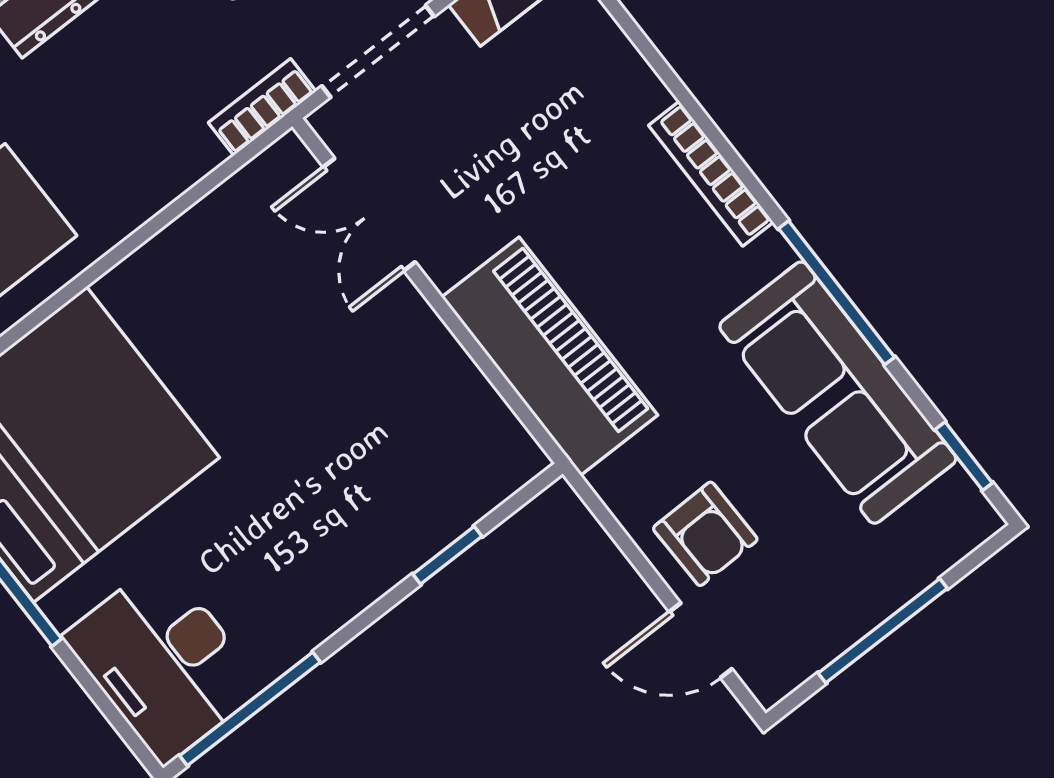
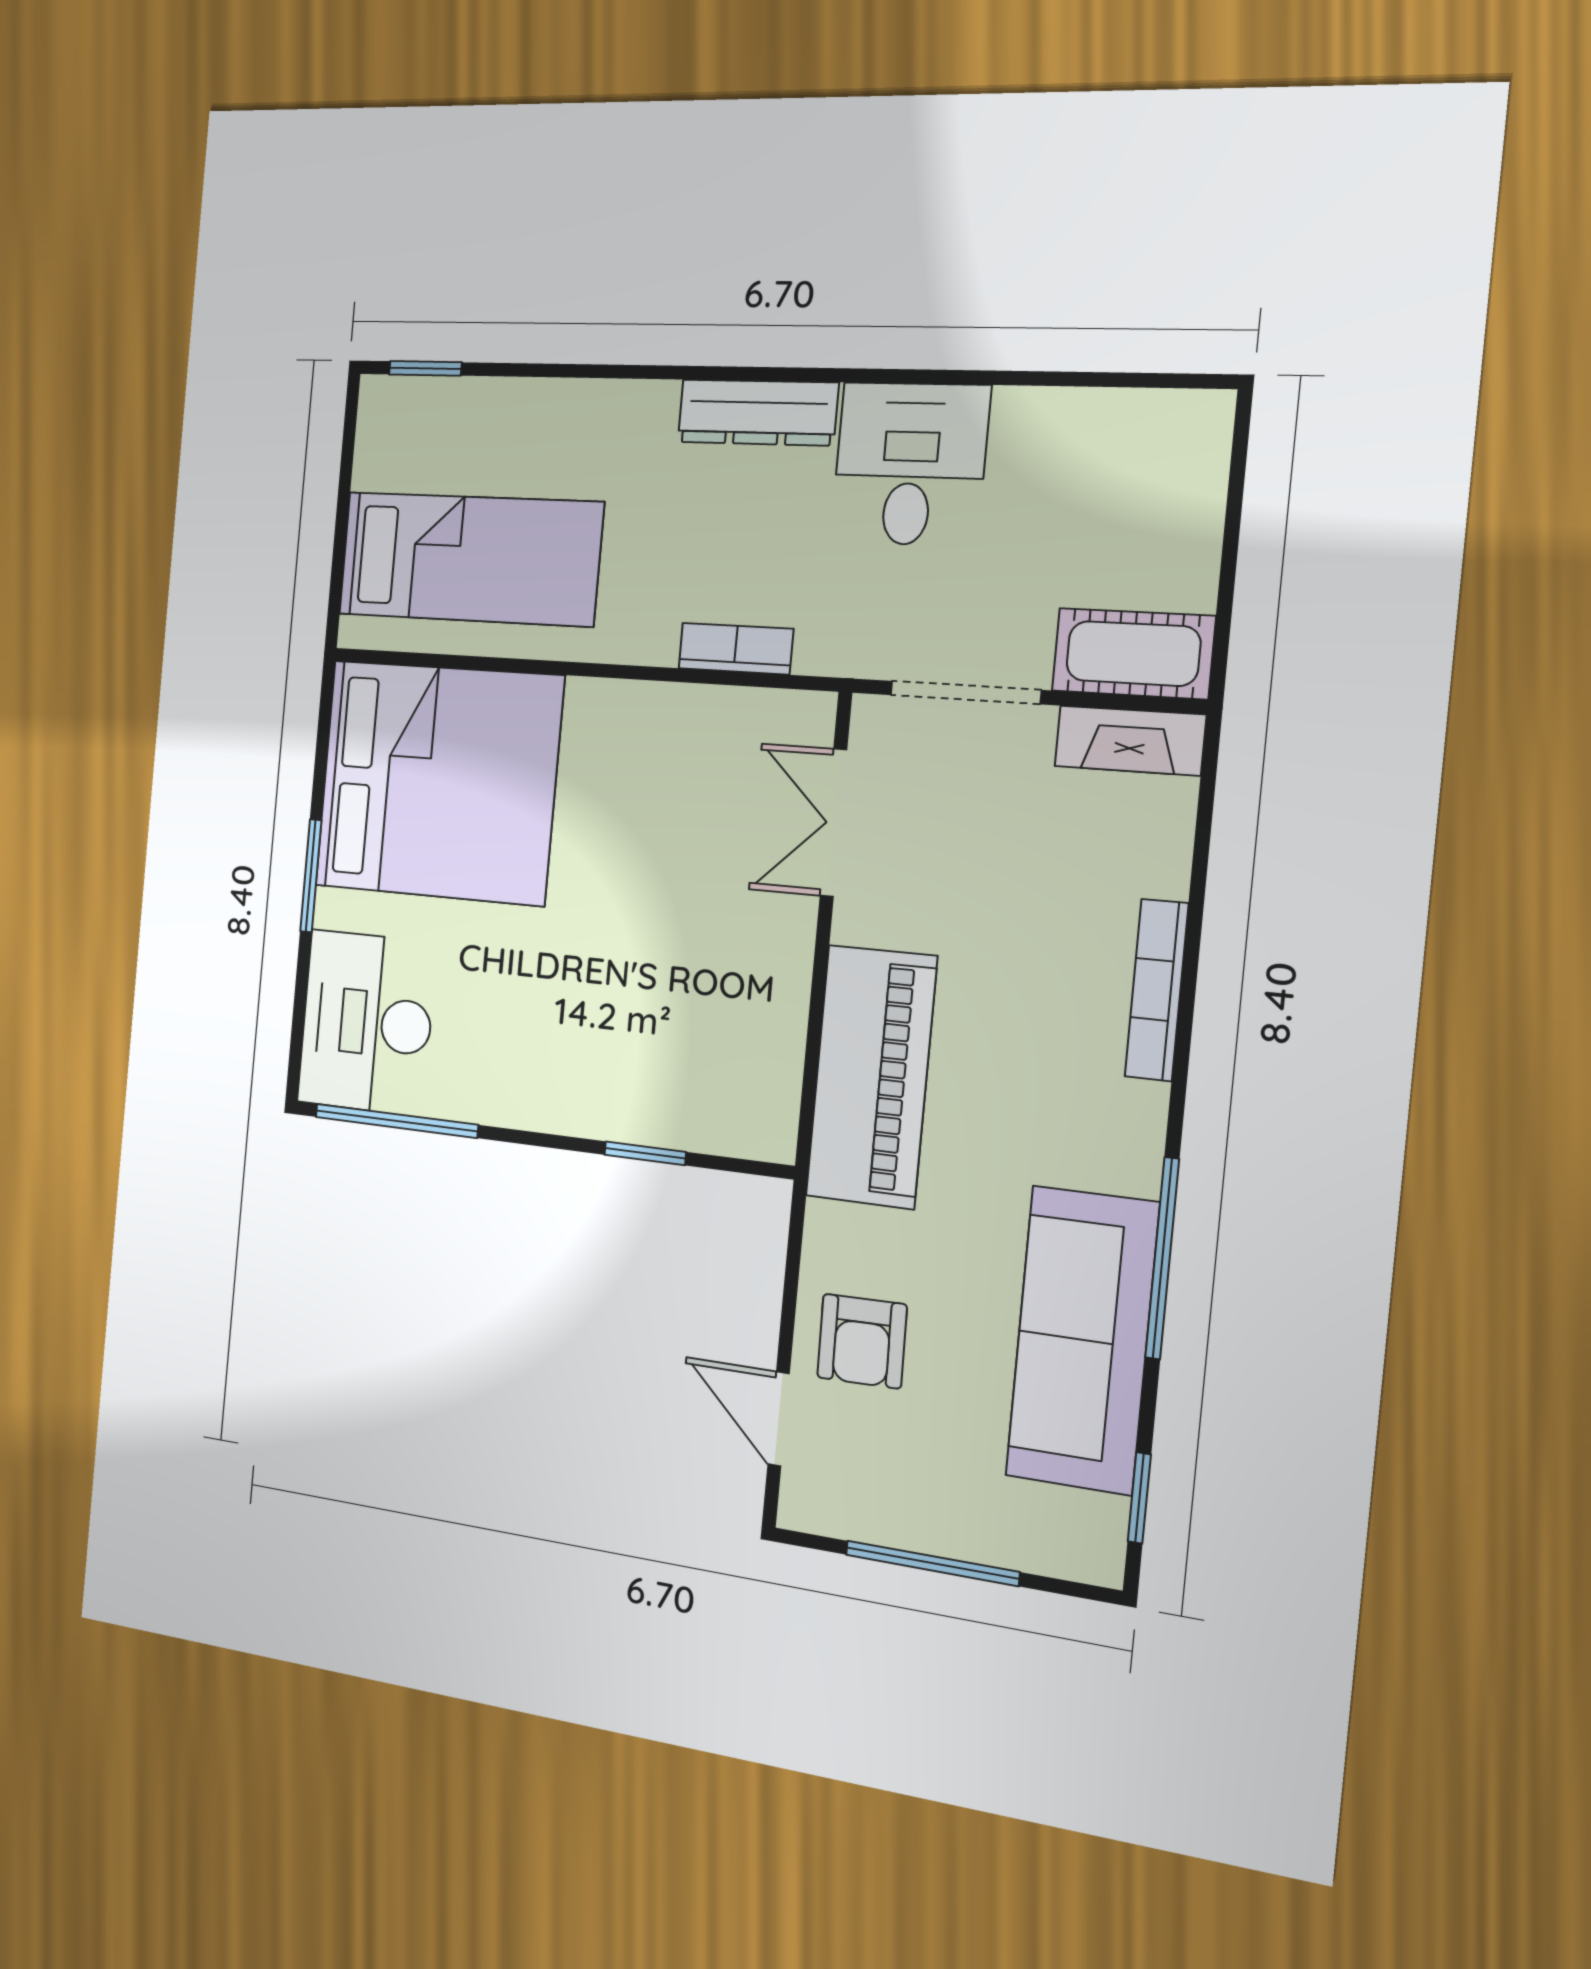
bookcase: (262, 107) -> (736, 649), moved
bookcase: (711, 174) -> (1157, 990), moved

